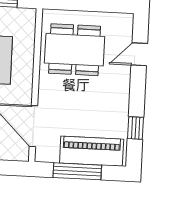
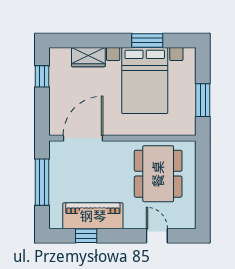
piano: (92, 151) -> (93, 216), moved, turned -90

